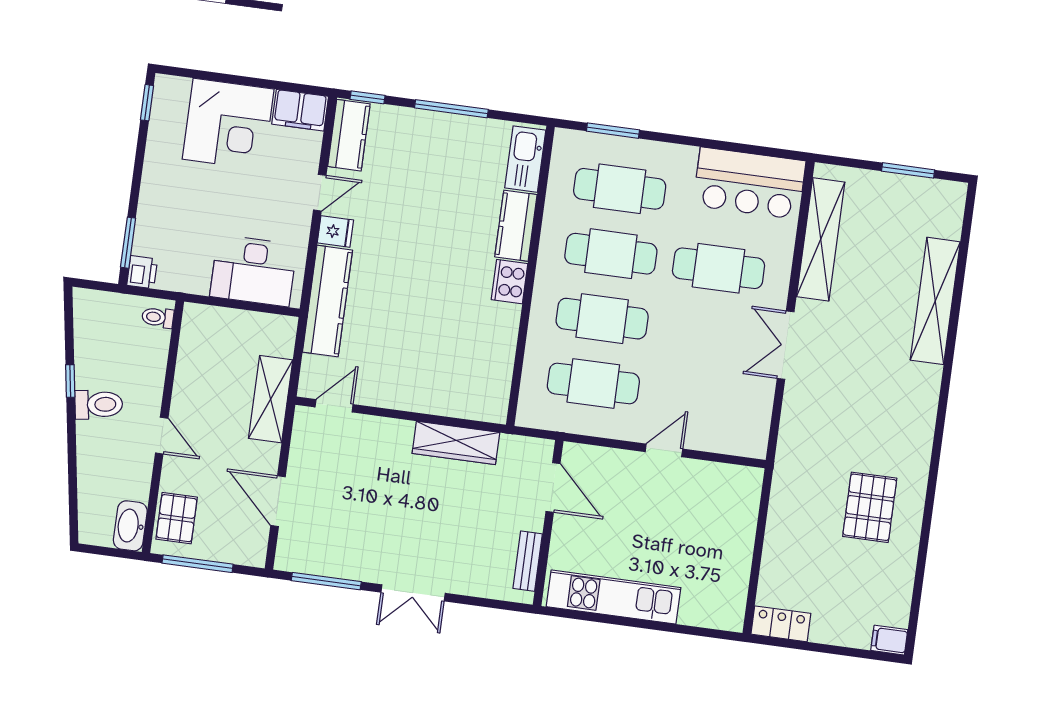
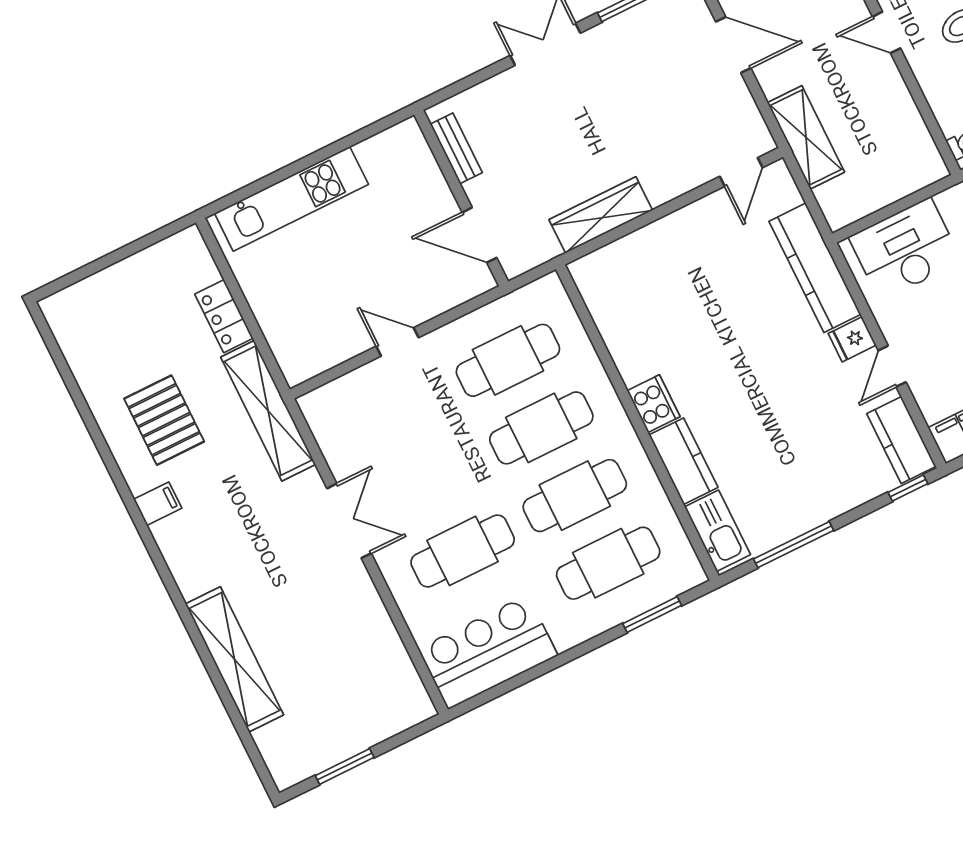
window: (451, 109) -> (794, 545), moved
shelving: (821, 239) -> (268, 411), moved
door: (664, 450) -> (397, 342), swing flipped
kitchen unit: (614, 597) -> (291, 199), moved
locker: (781, 624) -> (224, 316), moved, turned 90
filing cabinet: (889, 640) -> (158, 504), moved

